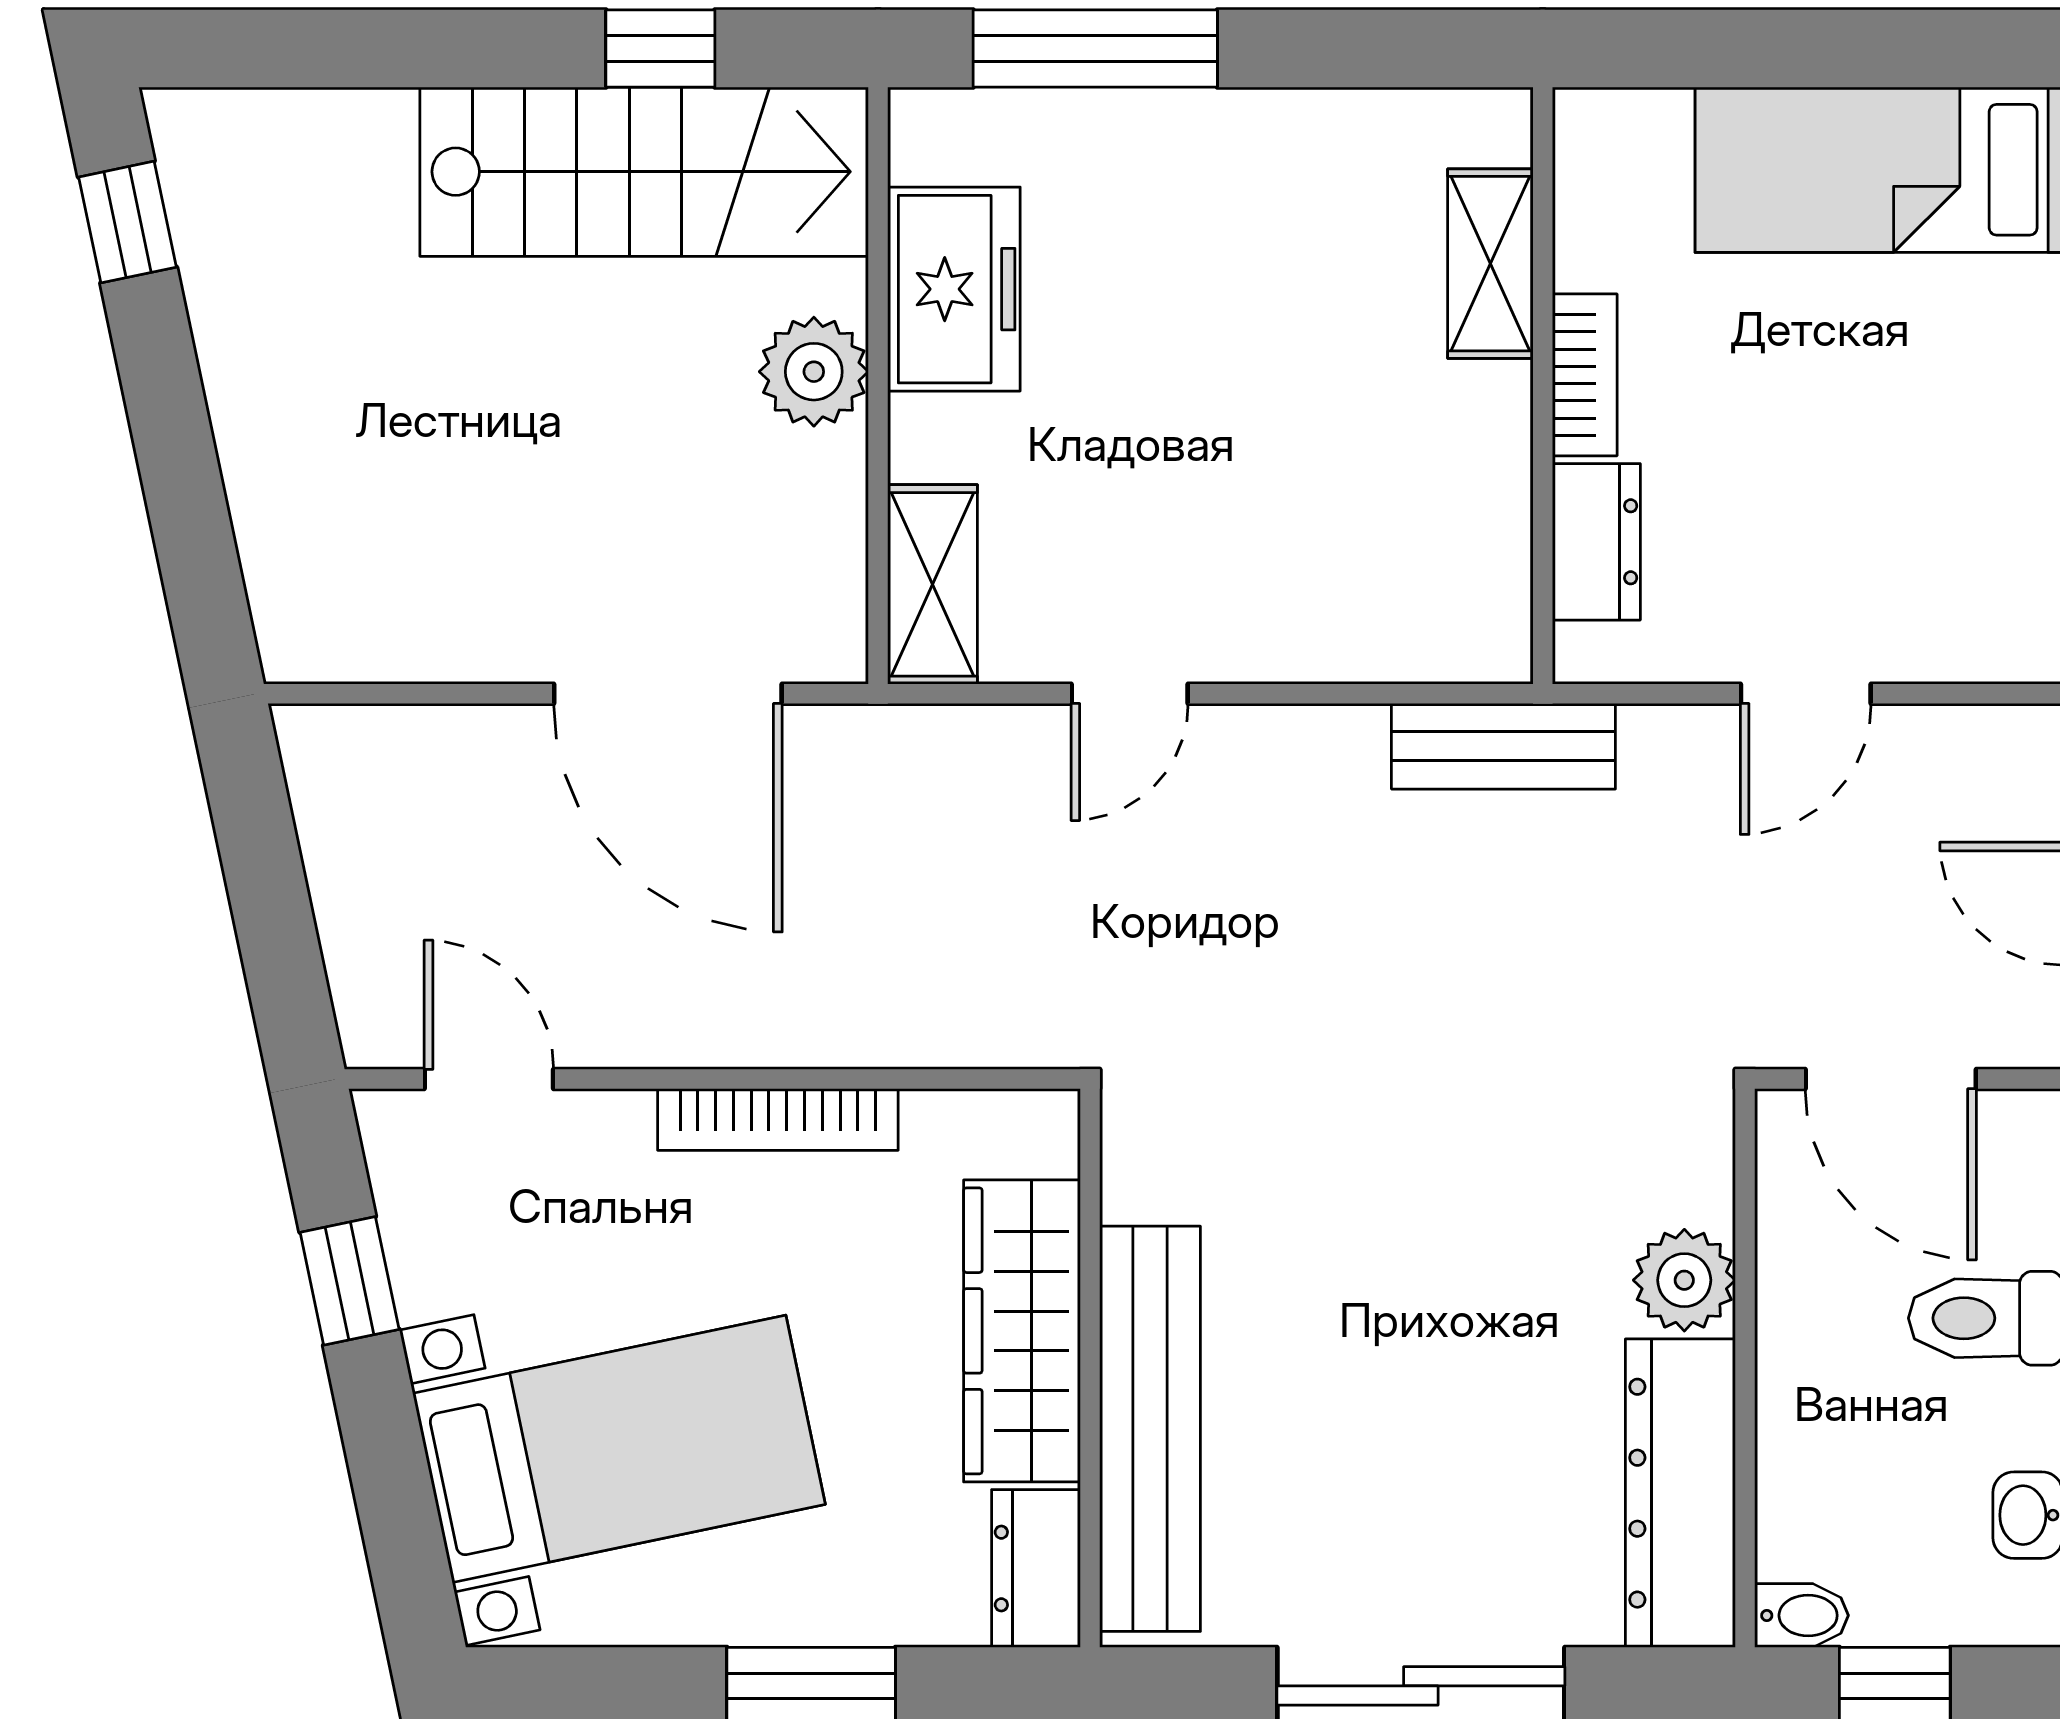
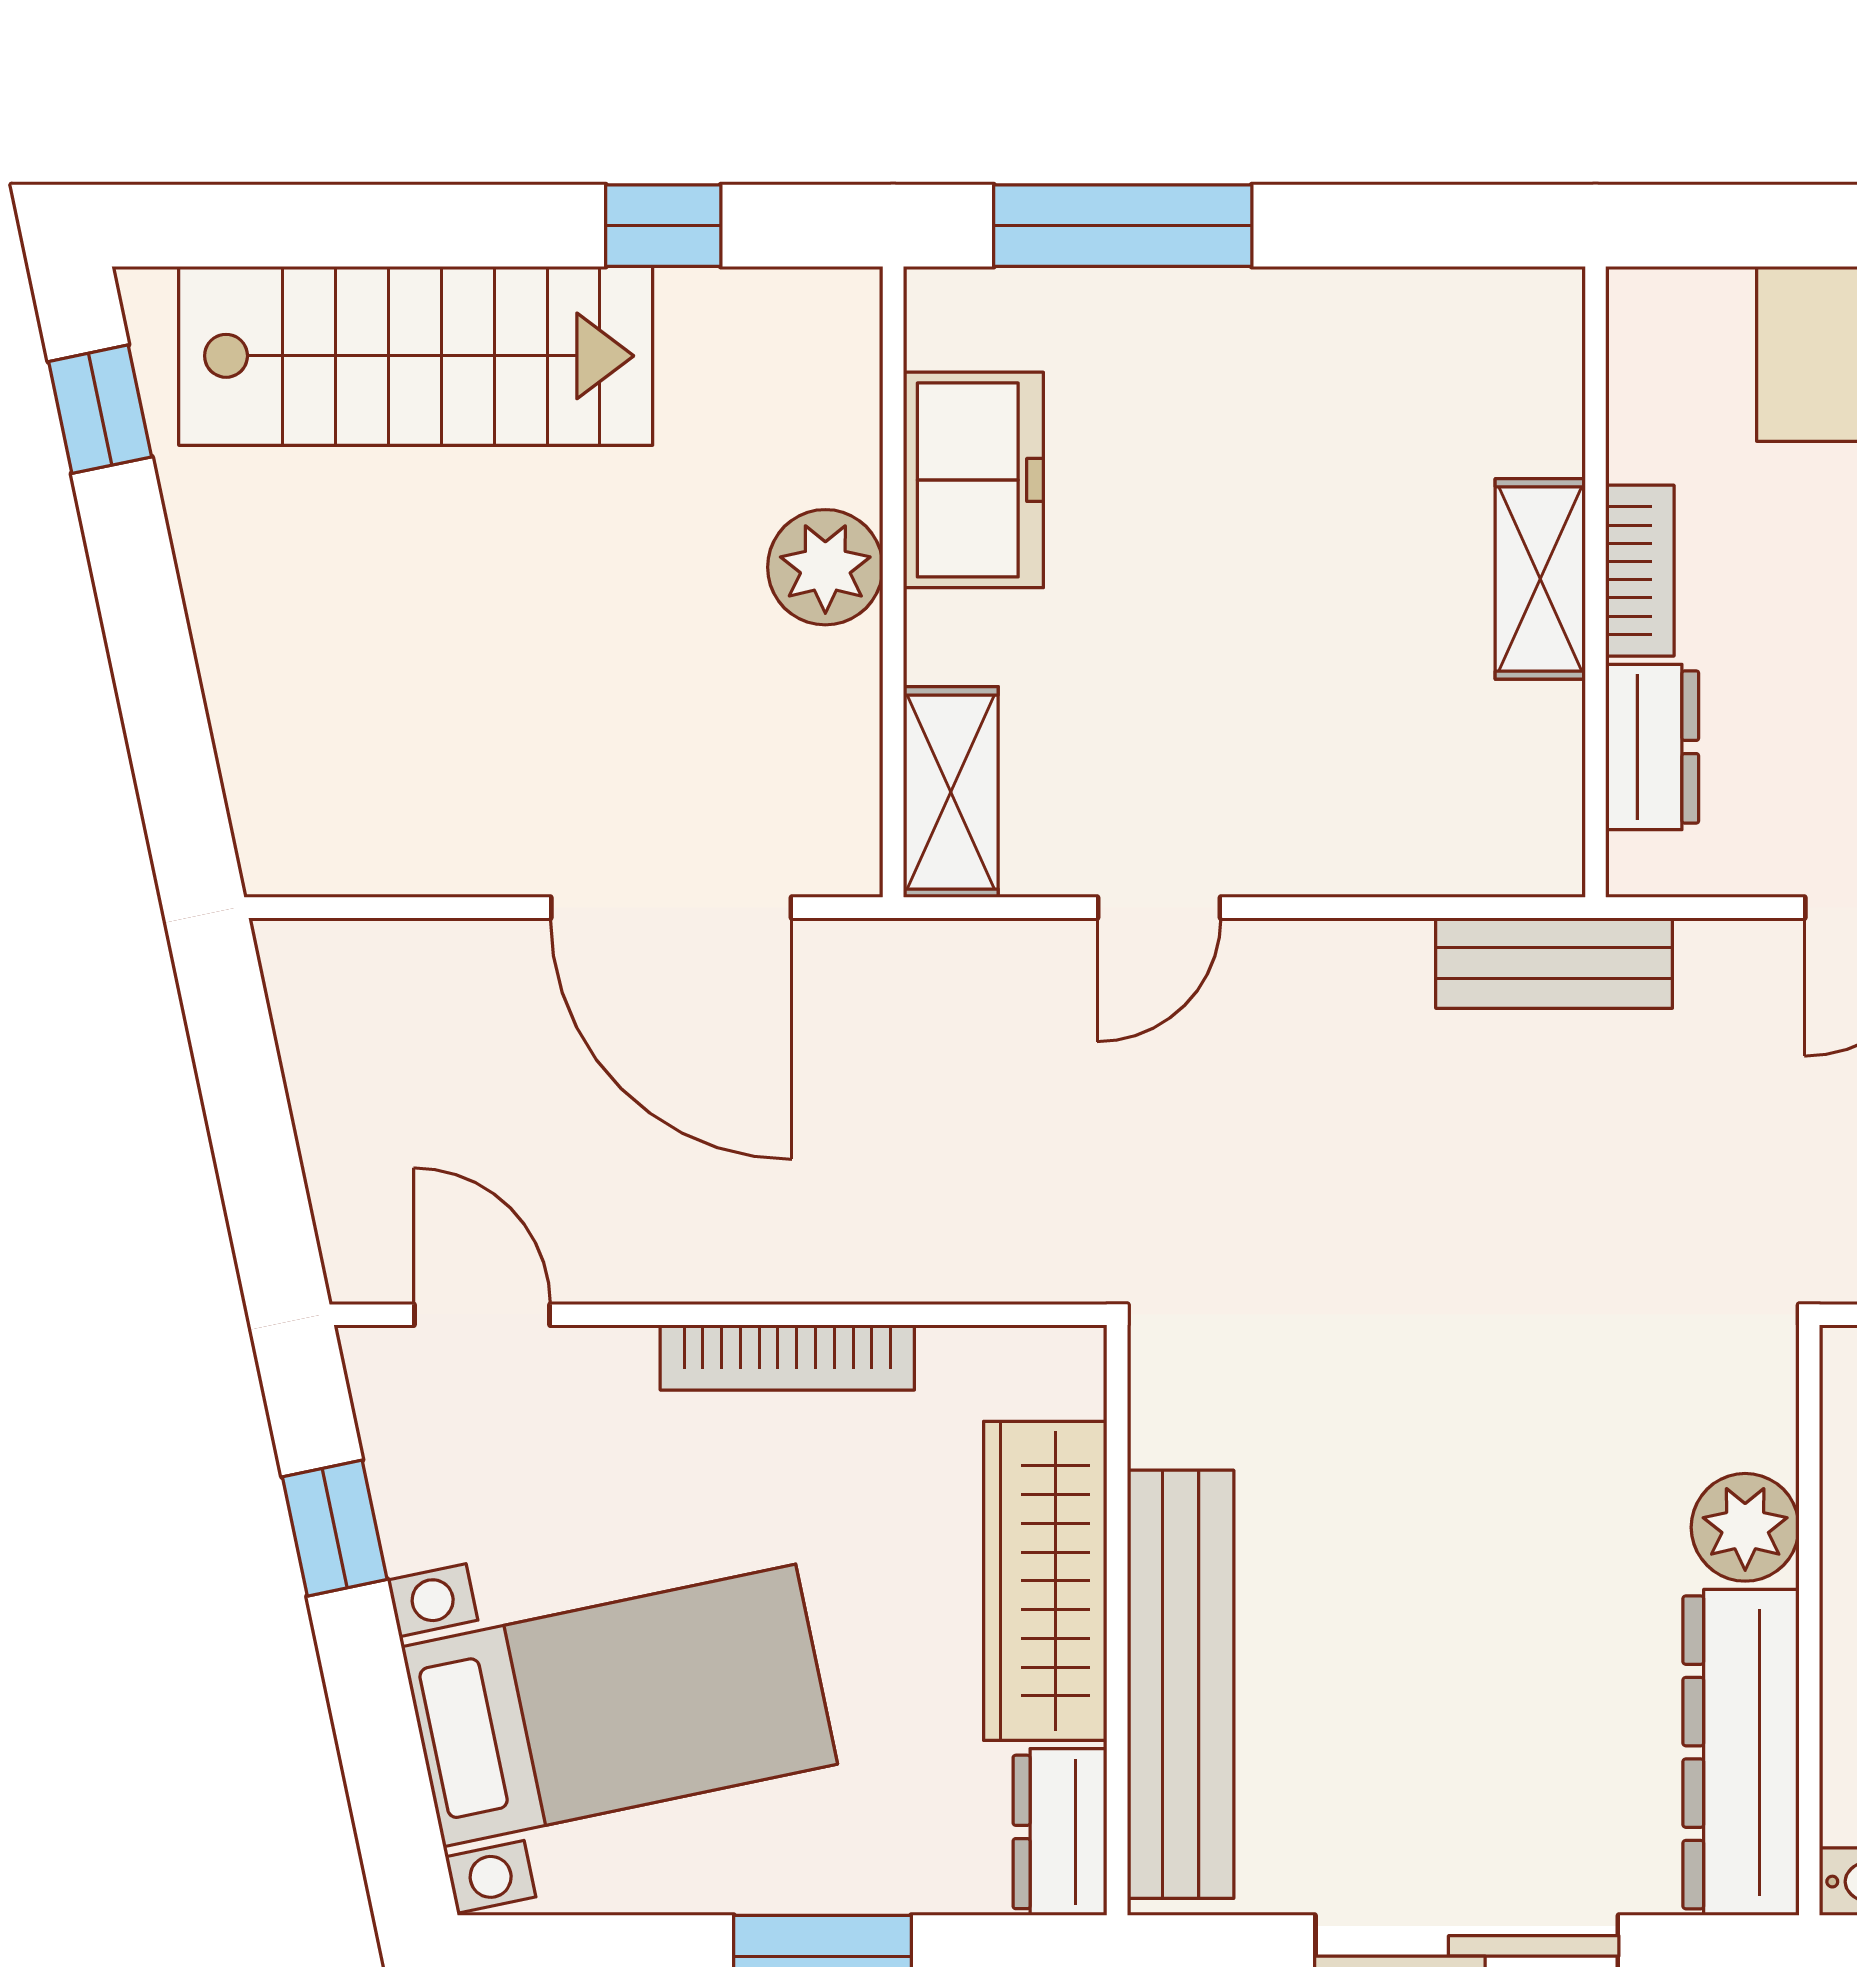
stairs: (644, 172) -> (416, 356), moved
shelving: (1490, 264) -> (1540, 579), moved

